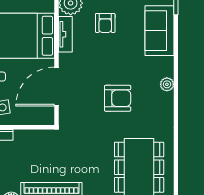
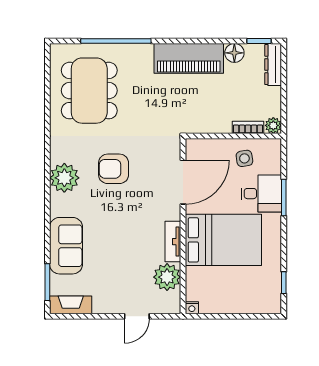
armchair: (105, 23) -> (128, 254), removed
plant: (167, 84) -> (64, 178), width x1.87, depth x1.87

